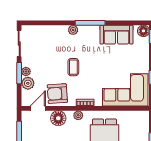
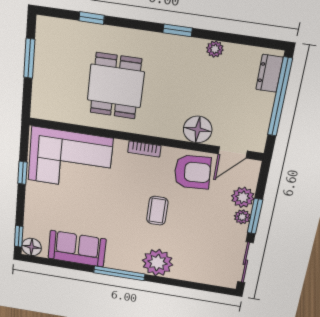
plant: (73, 30) -> (157, 263), width x1.87, depth x1.87
plant: (78, 115) -> (160, 129), removed

